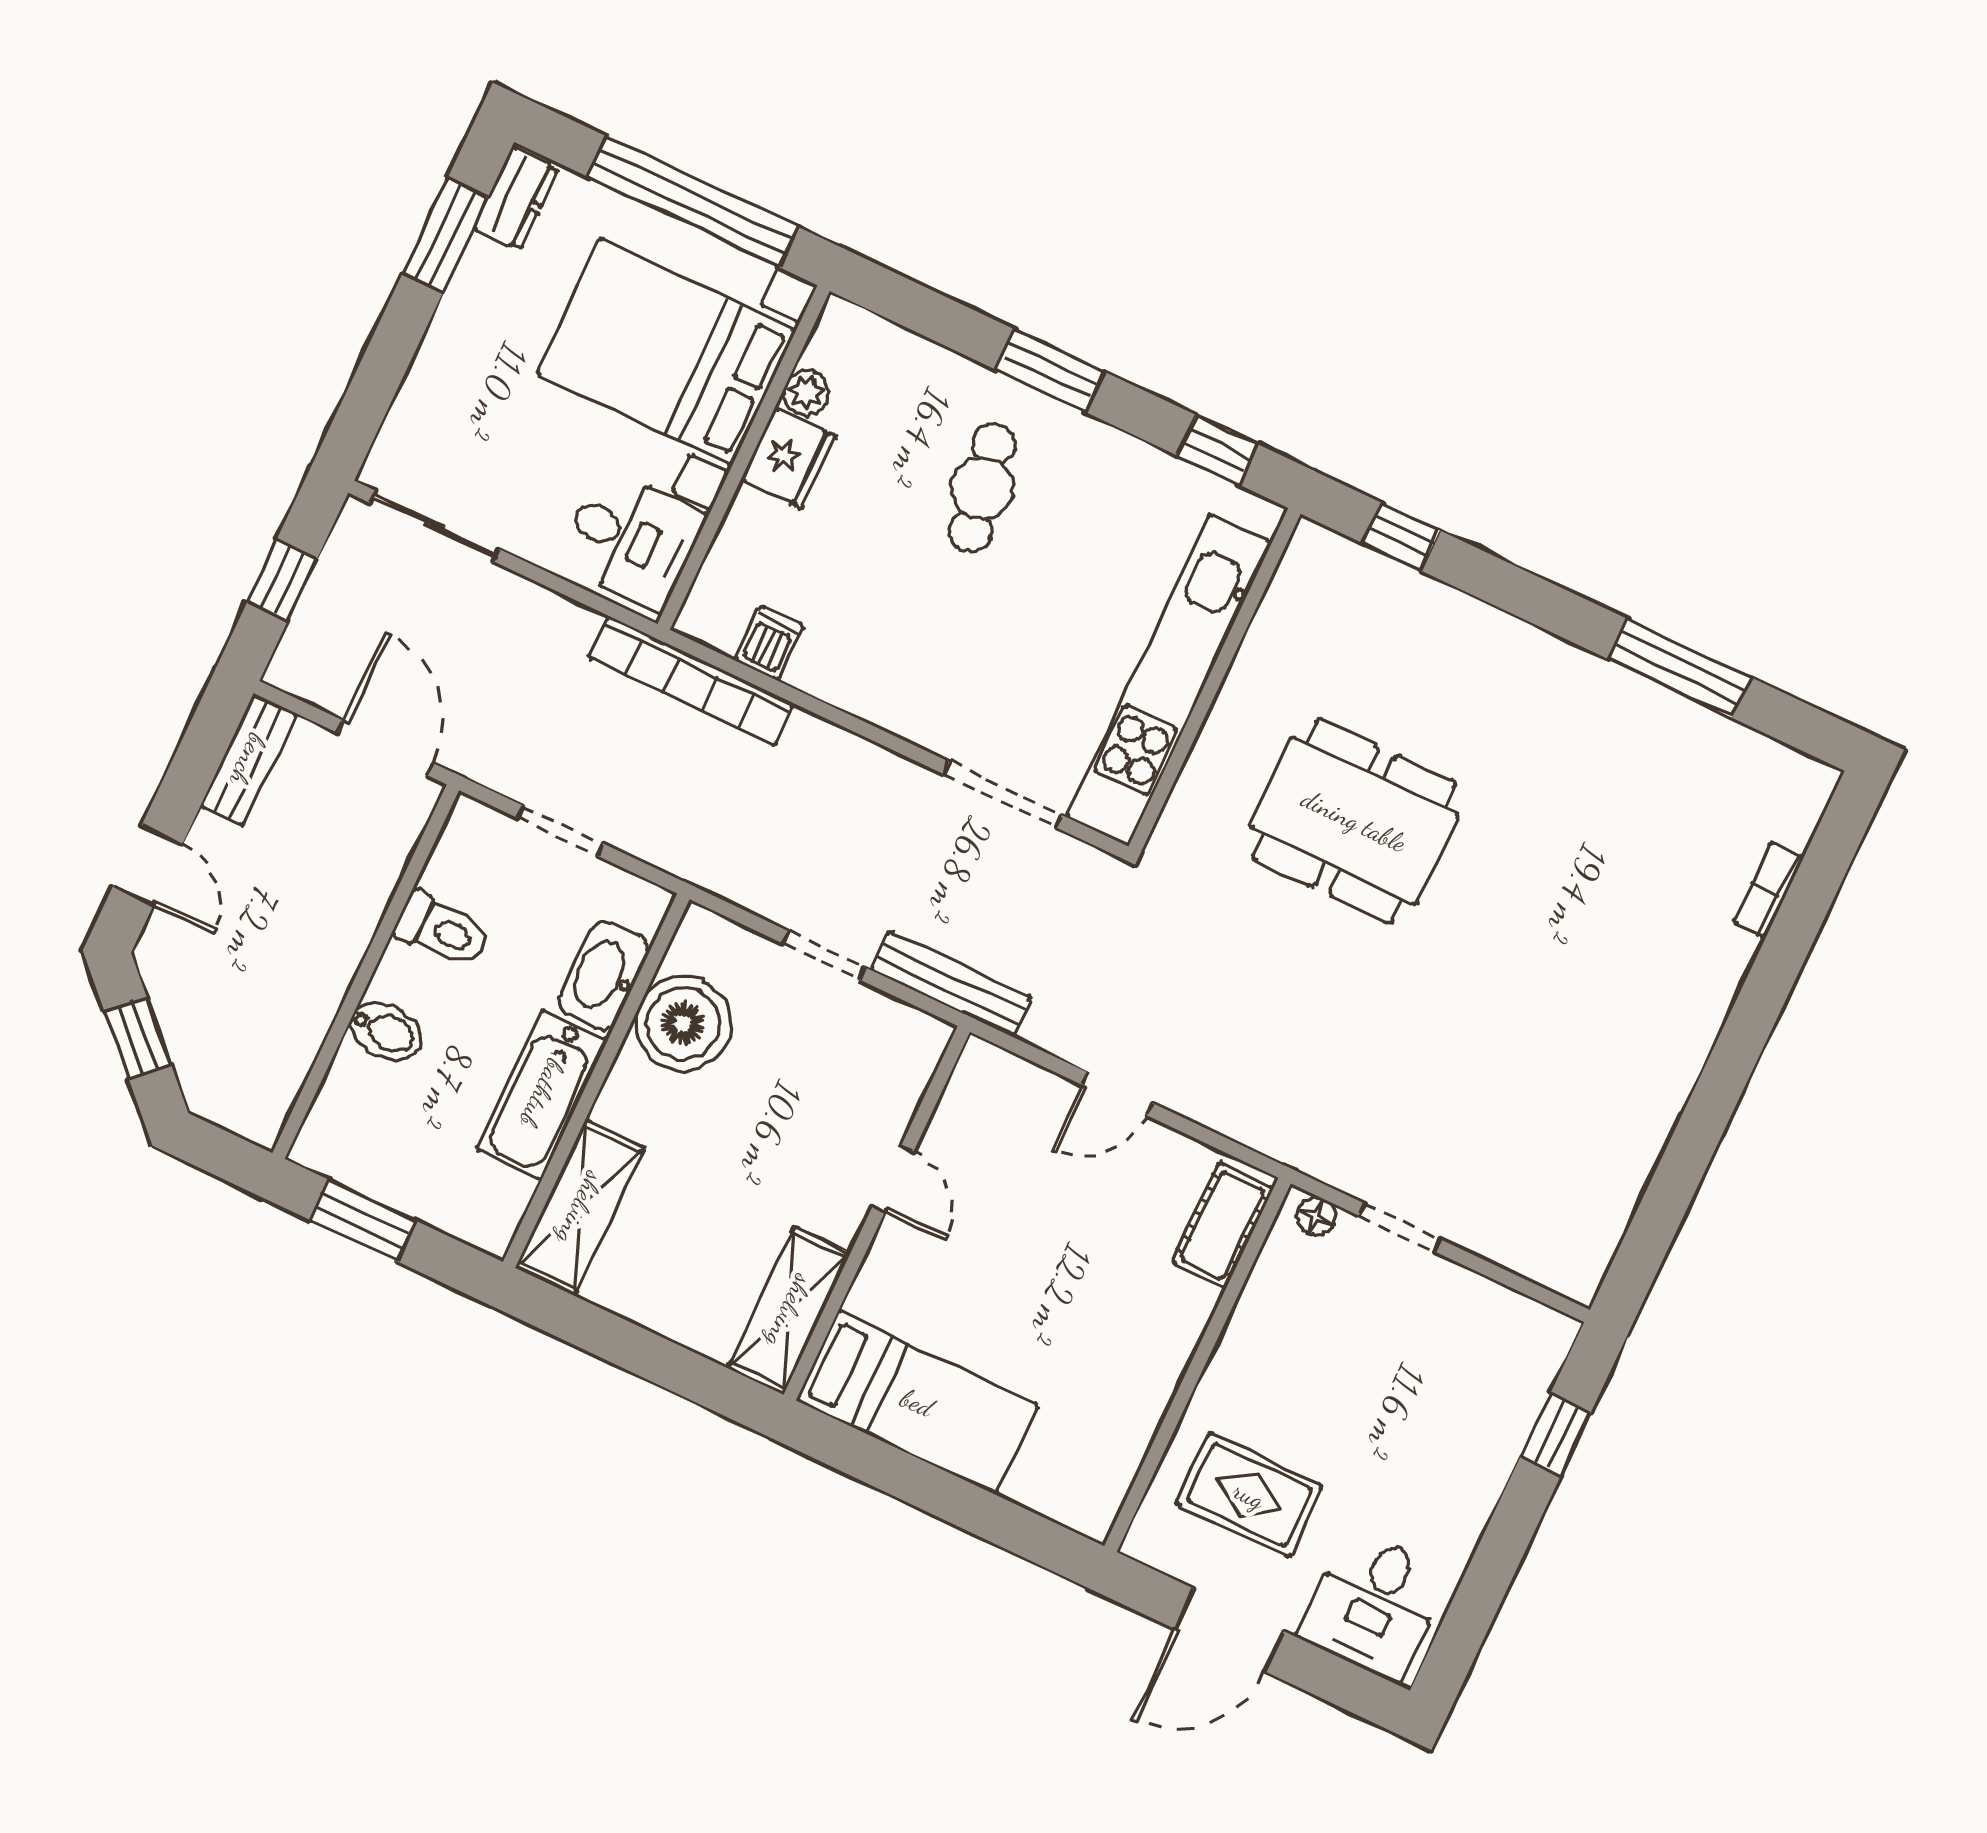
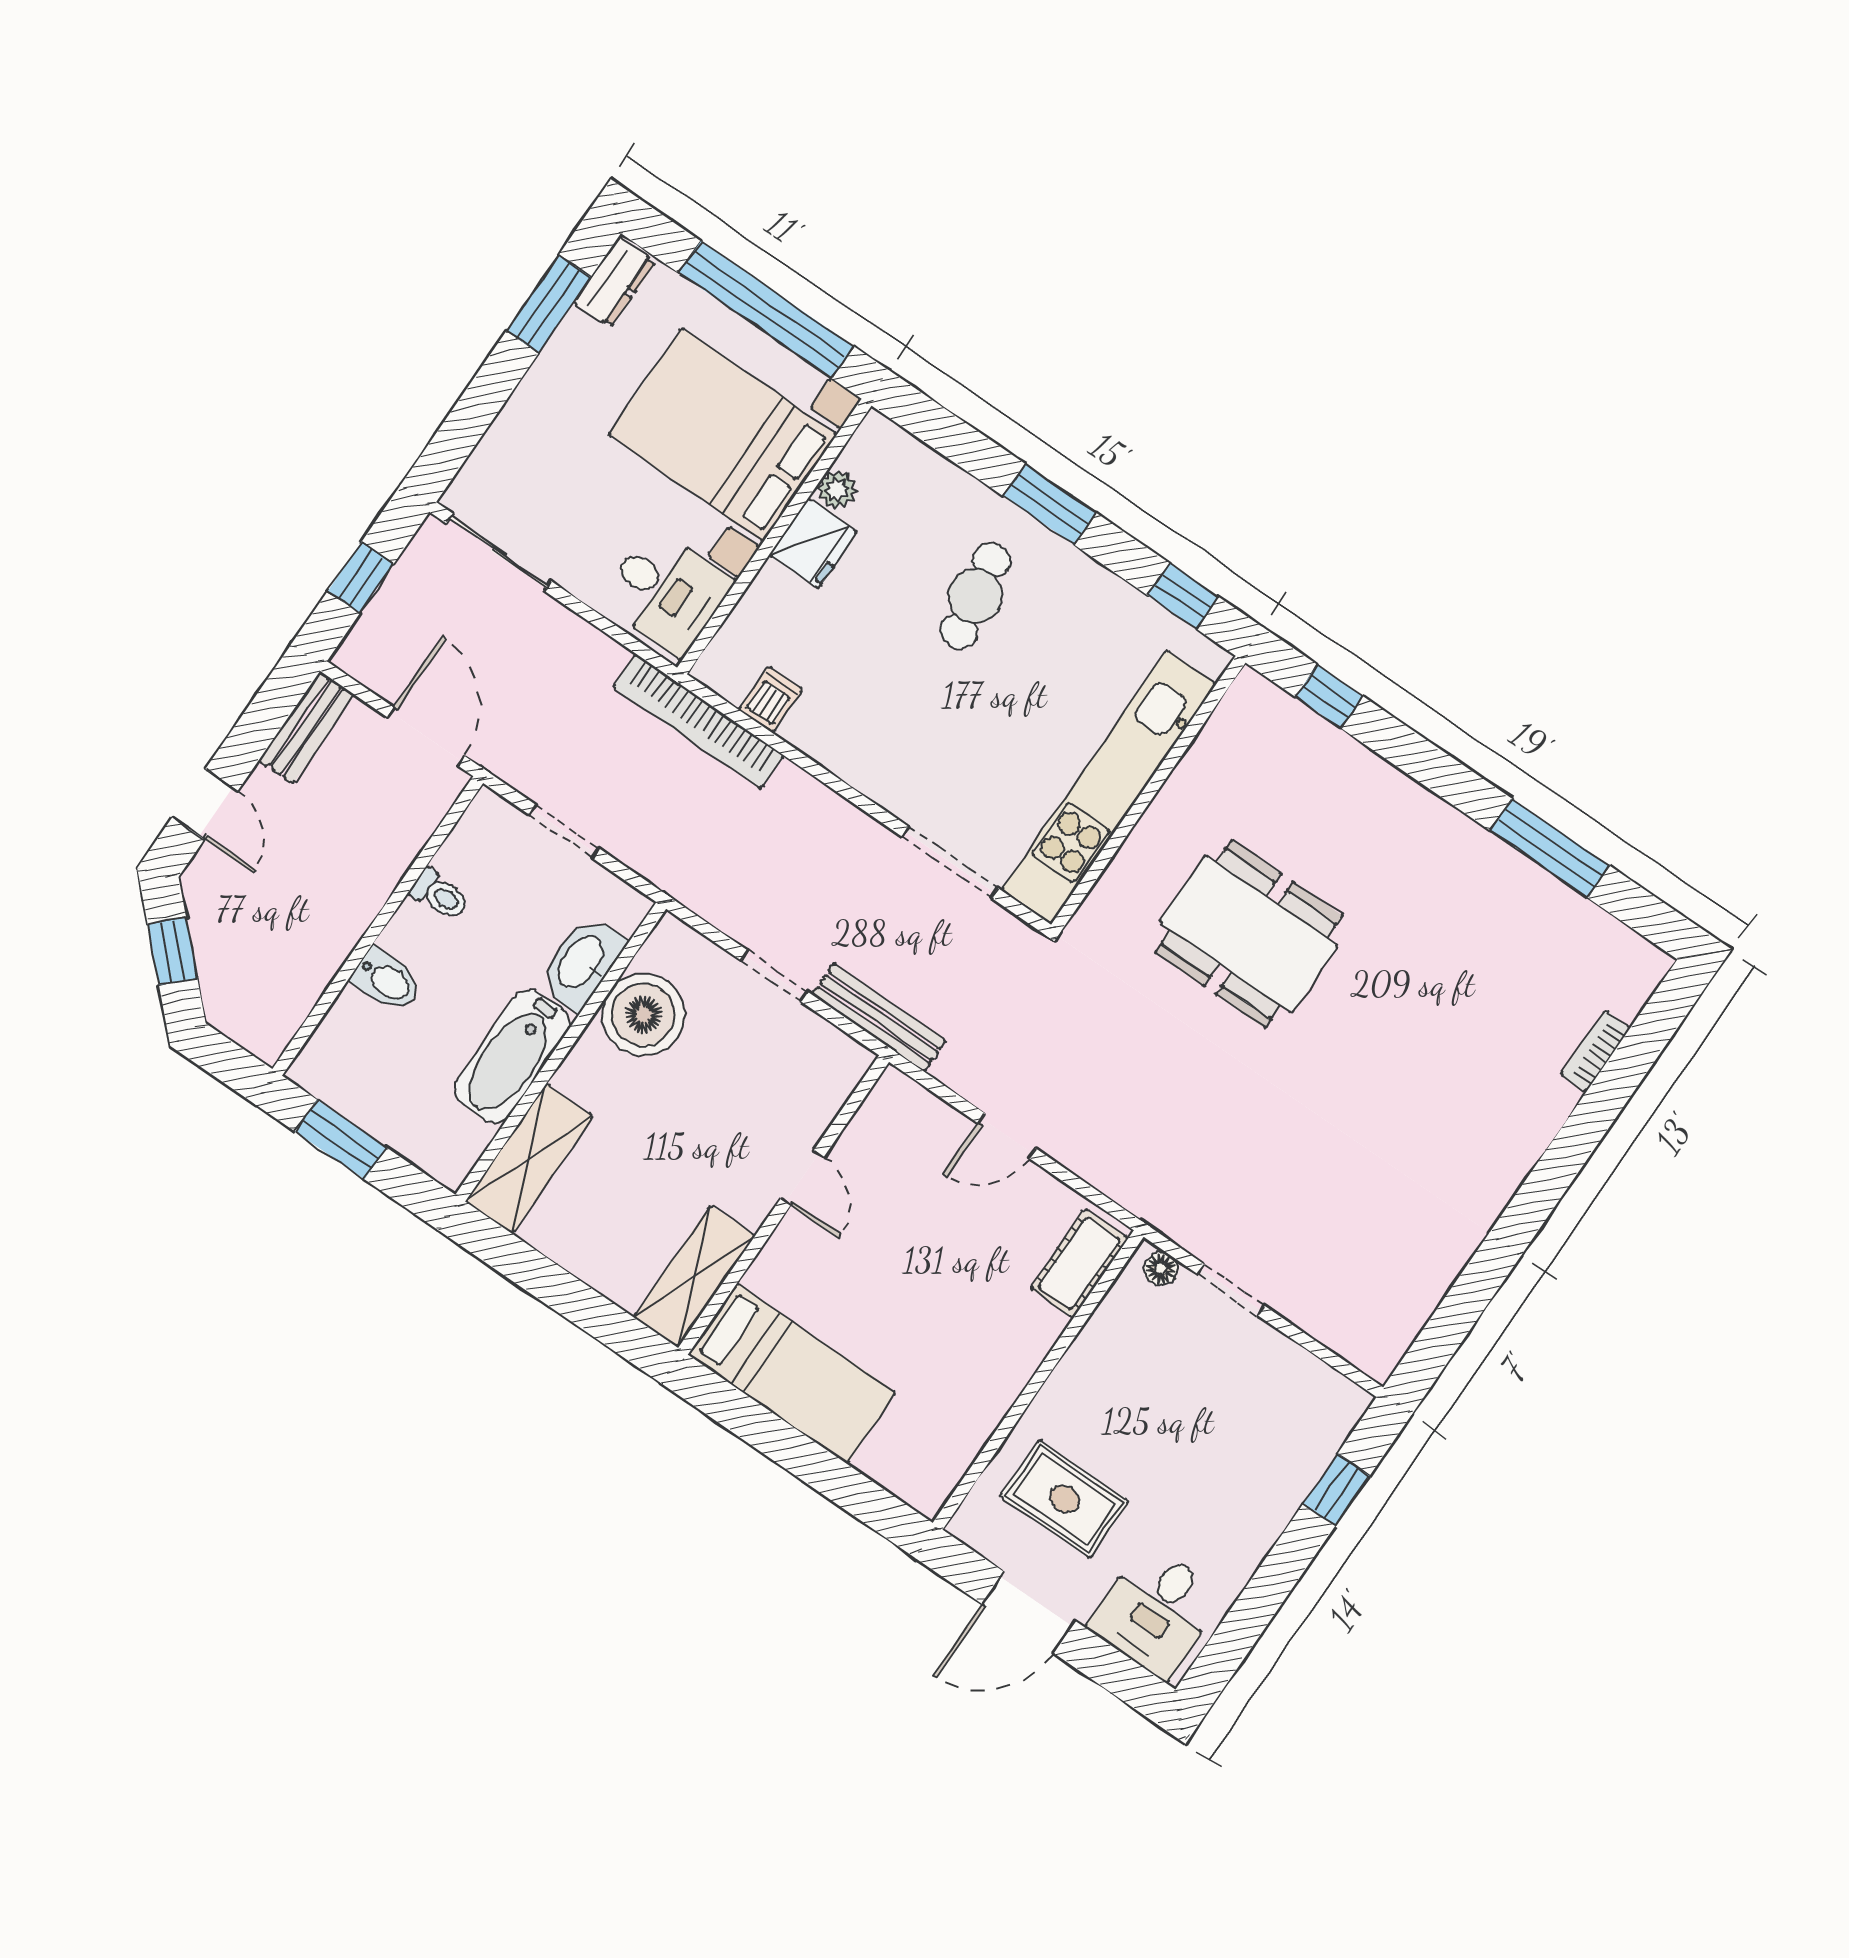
toilet: (441, 930) -> (440, 895), width x0.73, depth x0.72

